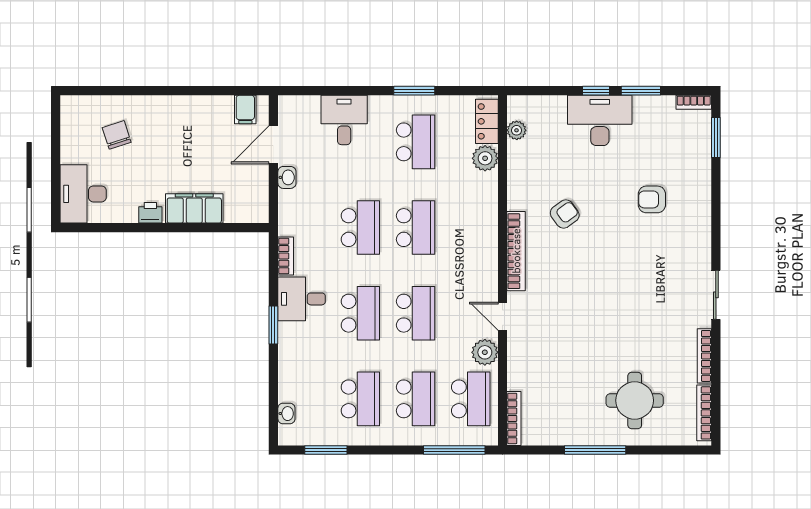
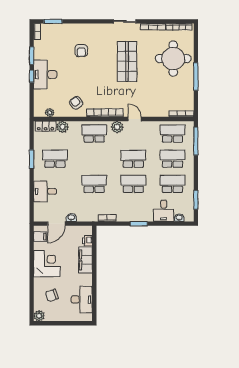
plant: (72, 107) -> (39, 316), added
corner desk: (186, 124) -> (47, 264), added
door: (273, 145) -> (56, 224), hinge flipped
desk: (83, 194) -> (82, 299), moved, turned -90
printer: (150, 213) -> (87, 241), moved
armchair: (565, 214) -> (76, 103), moved
school desk: (416, 228) -> (94, 134), moved
desk: (302, 299) -> (164, 211), moved
shop shelf: (628, 300) -> (127, 61), added
door: (502, 316) -> (135, 119), swing flipped
plant: (485, 352) -> (117, 127), moved
round table: (635, 400) -> (173, 59), width x1.36, depth x1.36

